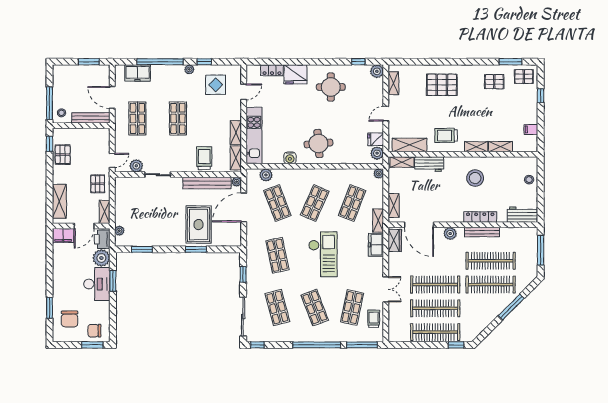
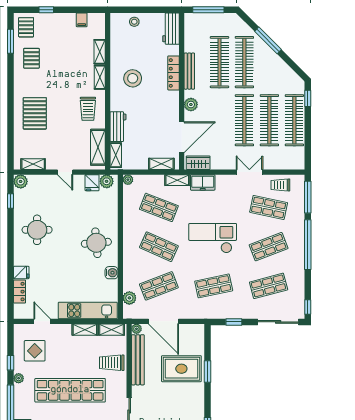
fridge: (295, 74) -> (21, 273), width x0.53, depth x0.75
shop shelf: (178, 118) -> (70, 390), width x2.00, depth x1.36

